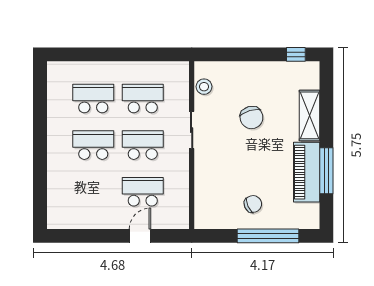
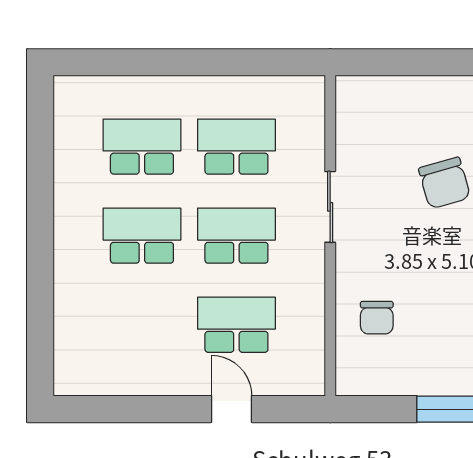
stool: (204, 87) -> (354, 124), removed
chair: (253, 204) -> (377, 318), moved, turned 115
door: (140, 236) -> (231, 409), hinge flipped

